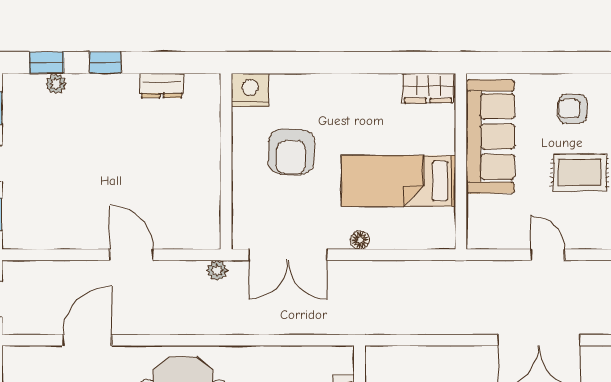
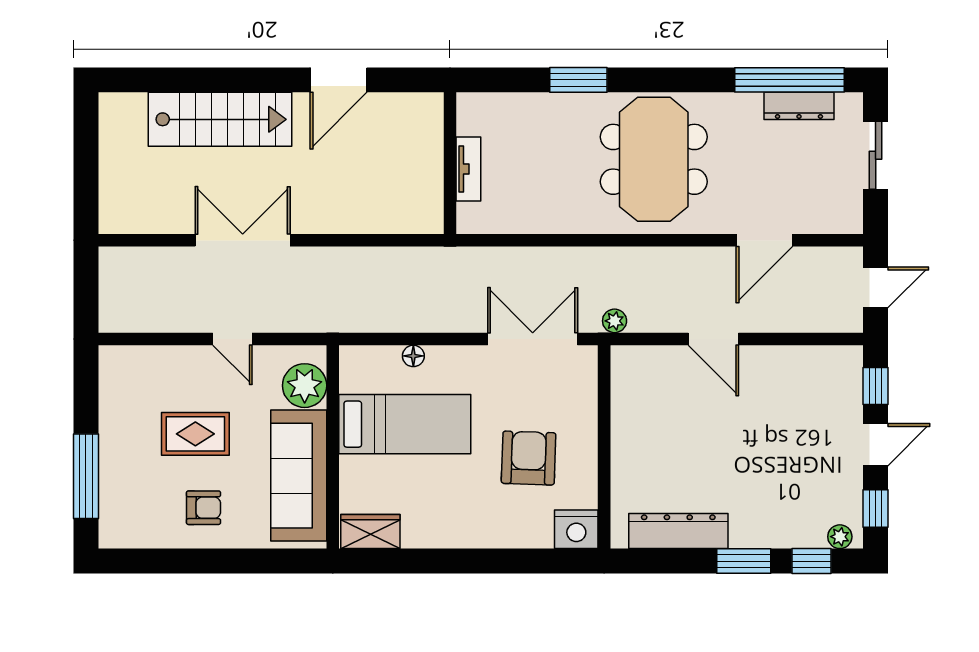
window: (105, 63) -> (744, 561), width x1.50
plant: (56, 84) -> (840, 537), moved
dresser: (162, 86) -> (678, 531), width x1.96, depth x1.24
plant: (485, 214) -> (305, 386), added
floor lamp: (360, 240) -> (413, 356), moved

